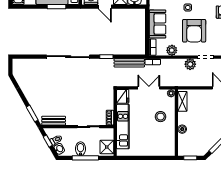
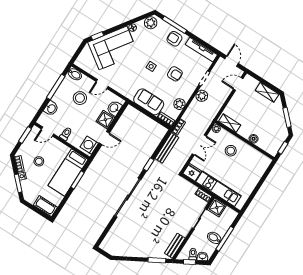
armchair: (194, 31) -> (175, 74), width x0.53, depth x0.53
double door: (149, 88) -> (199, 145), swing flipped
shower: (107, 147) -> (217, 207), moved

